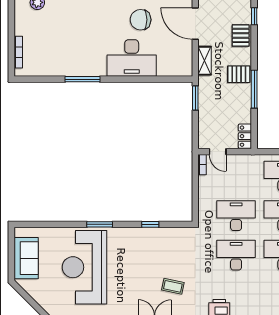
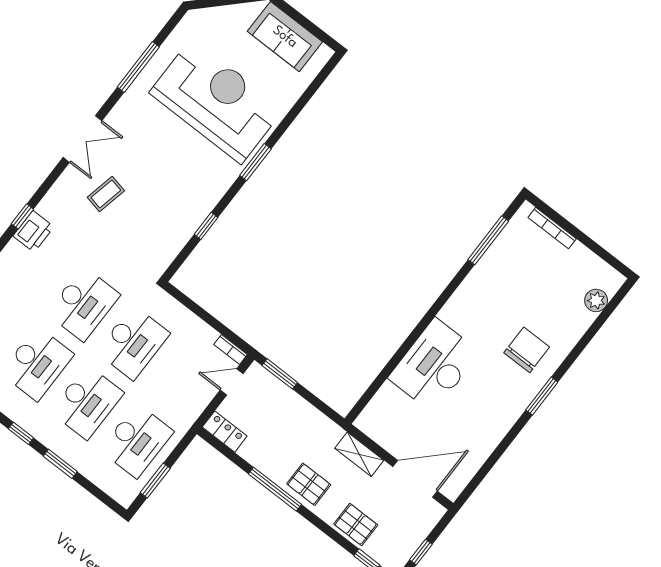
chair: (141, 20) -> (527, 350), moved
pallet: (239, 74) -> (309, 484), turned 90
window: (82, 79) -> (488, 240), moved
window: (195, 98) -> (280, 374), moved

